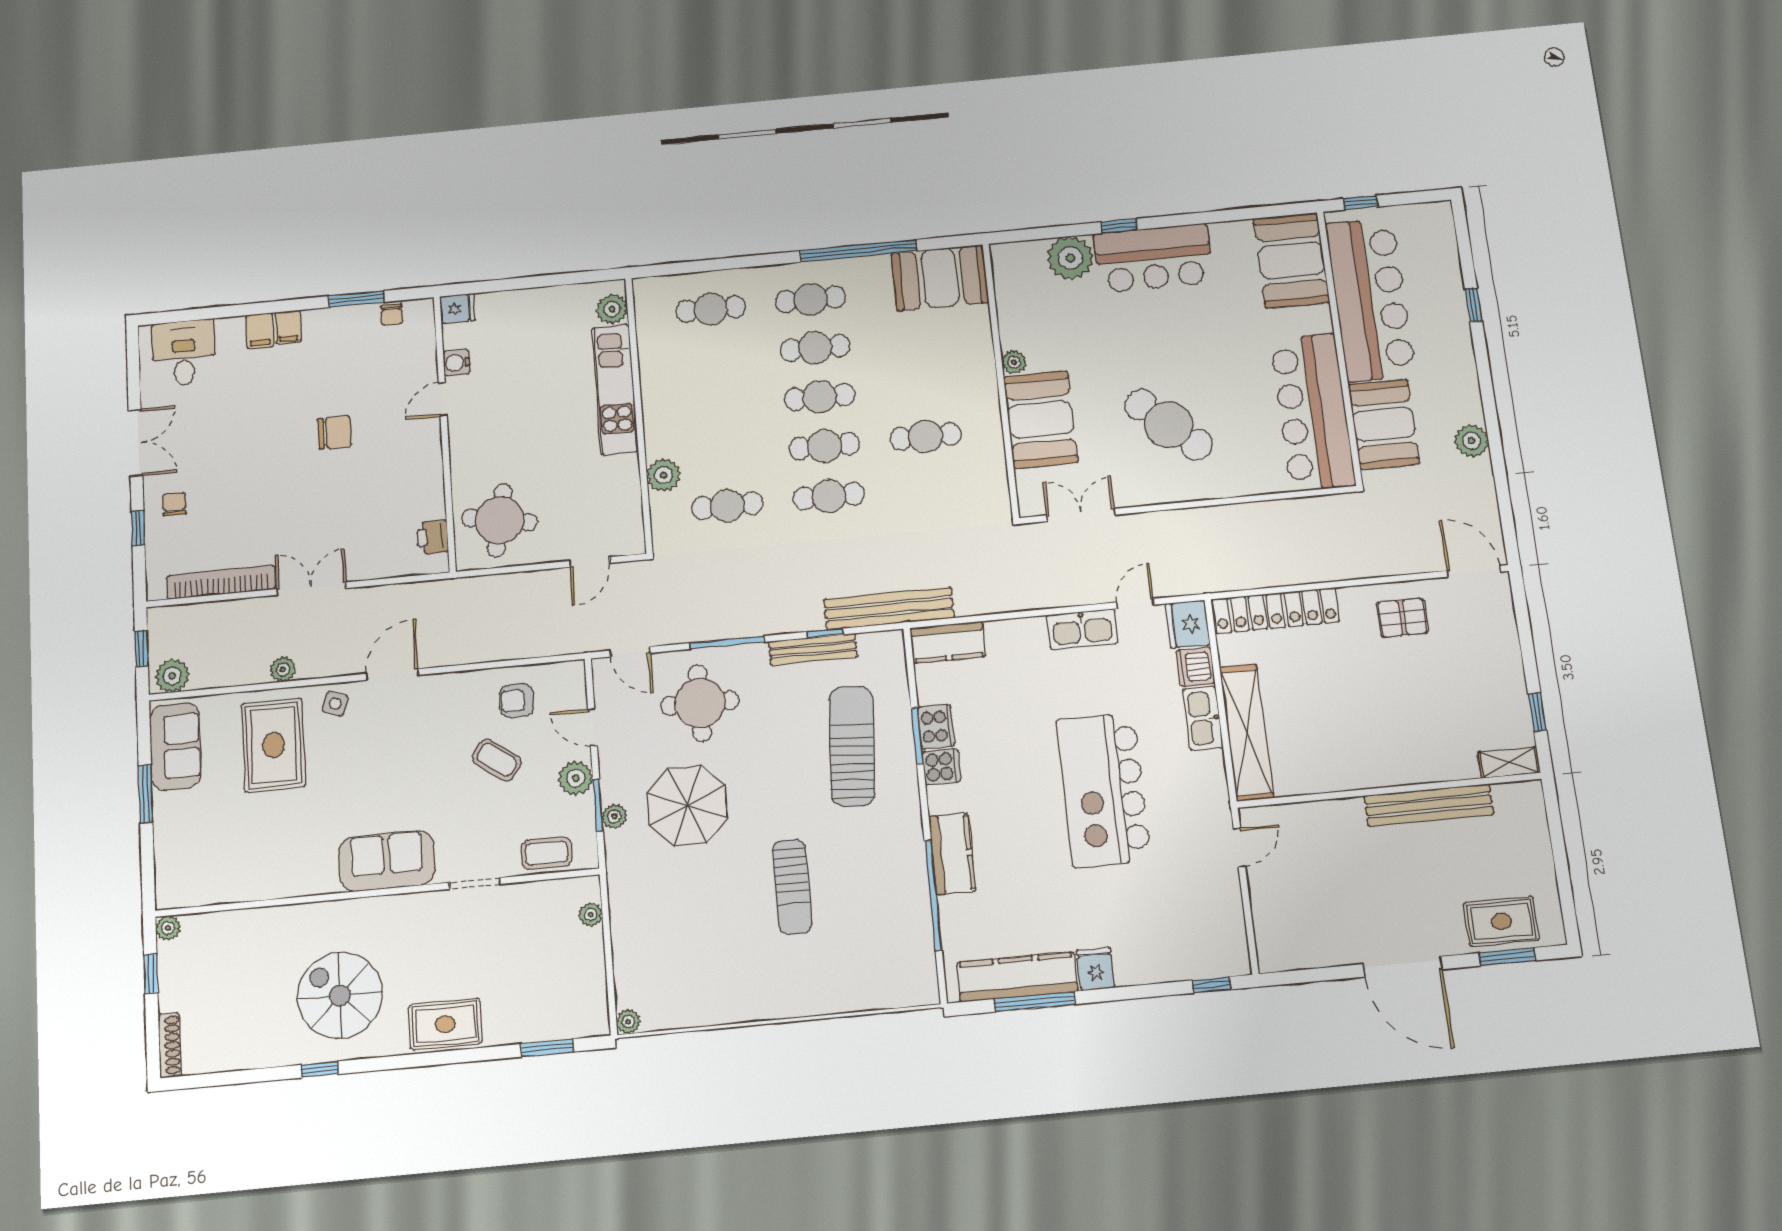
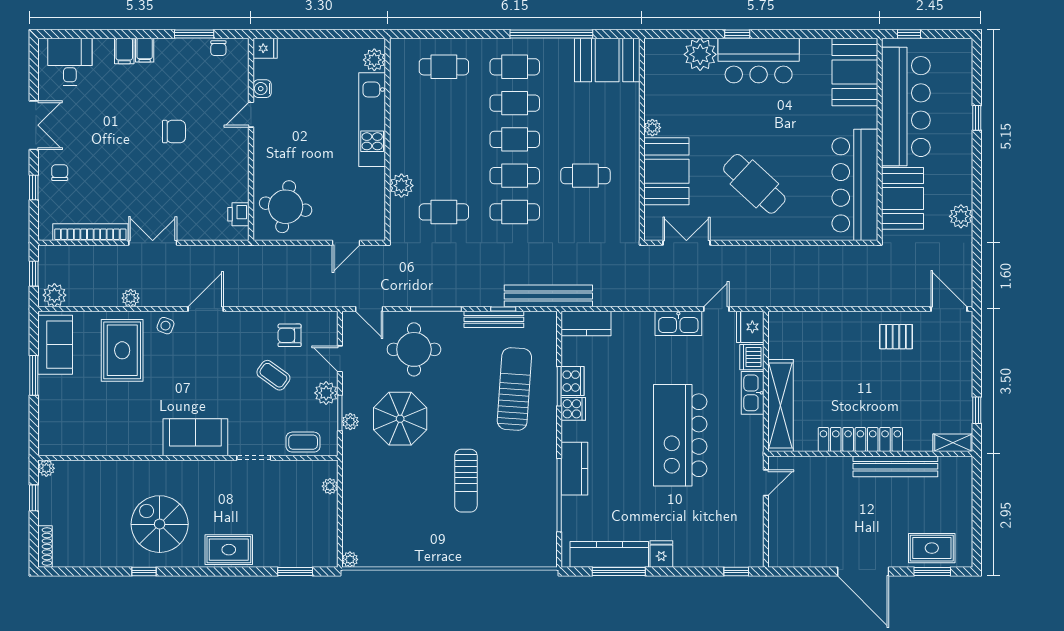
locker: (1276, 611) -> (860, 439), moved, turned 180

